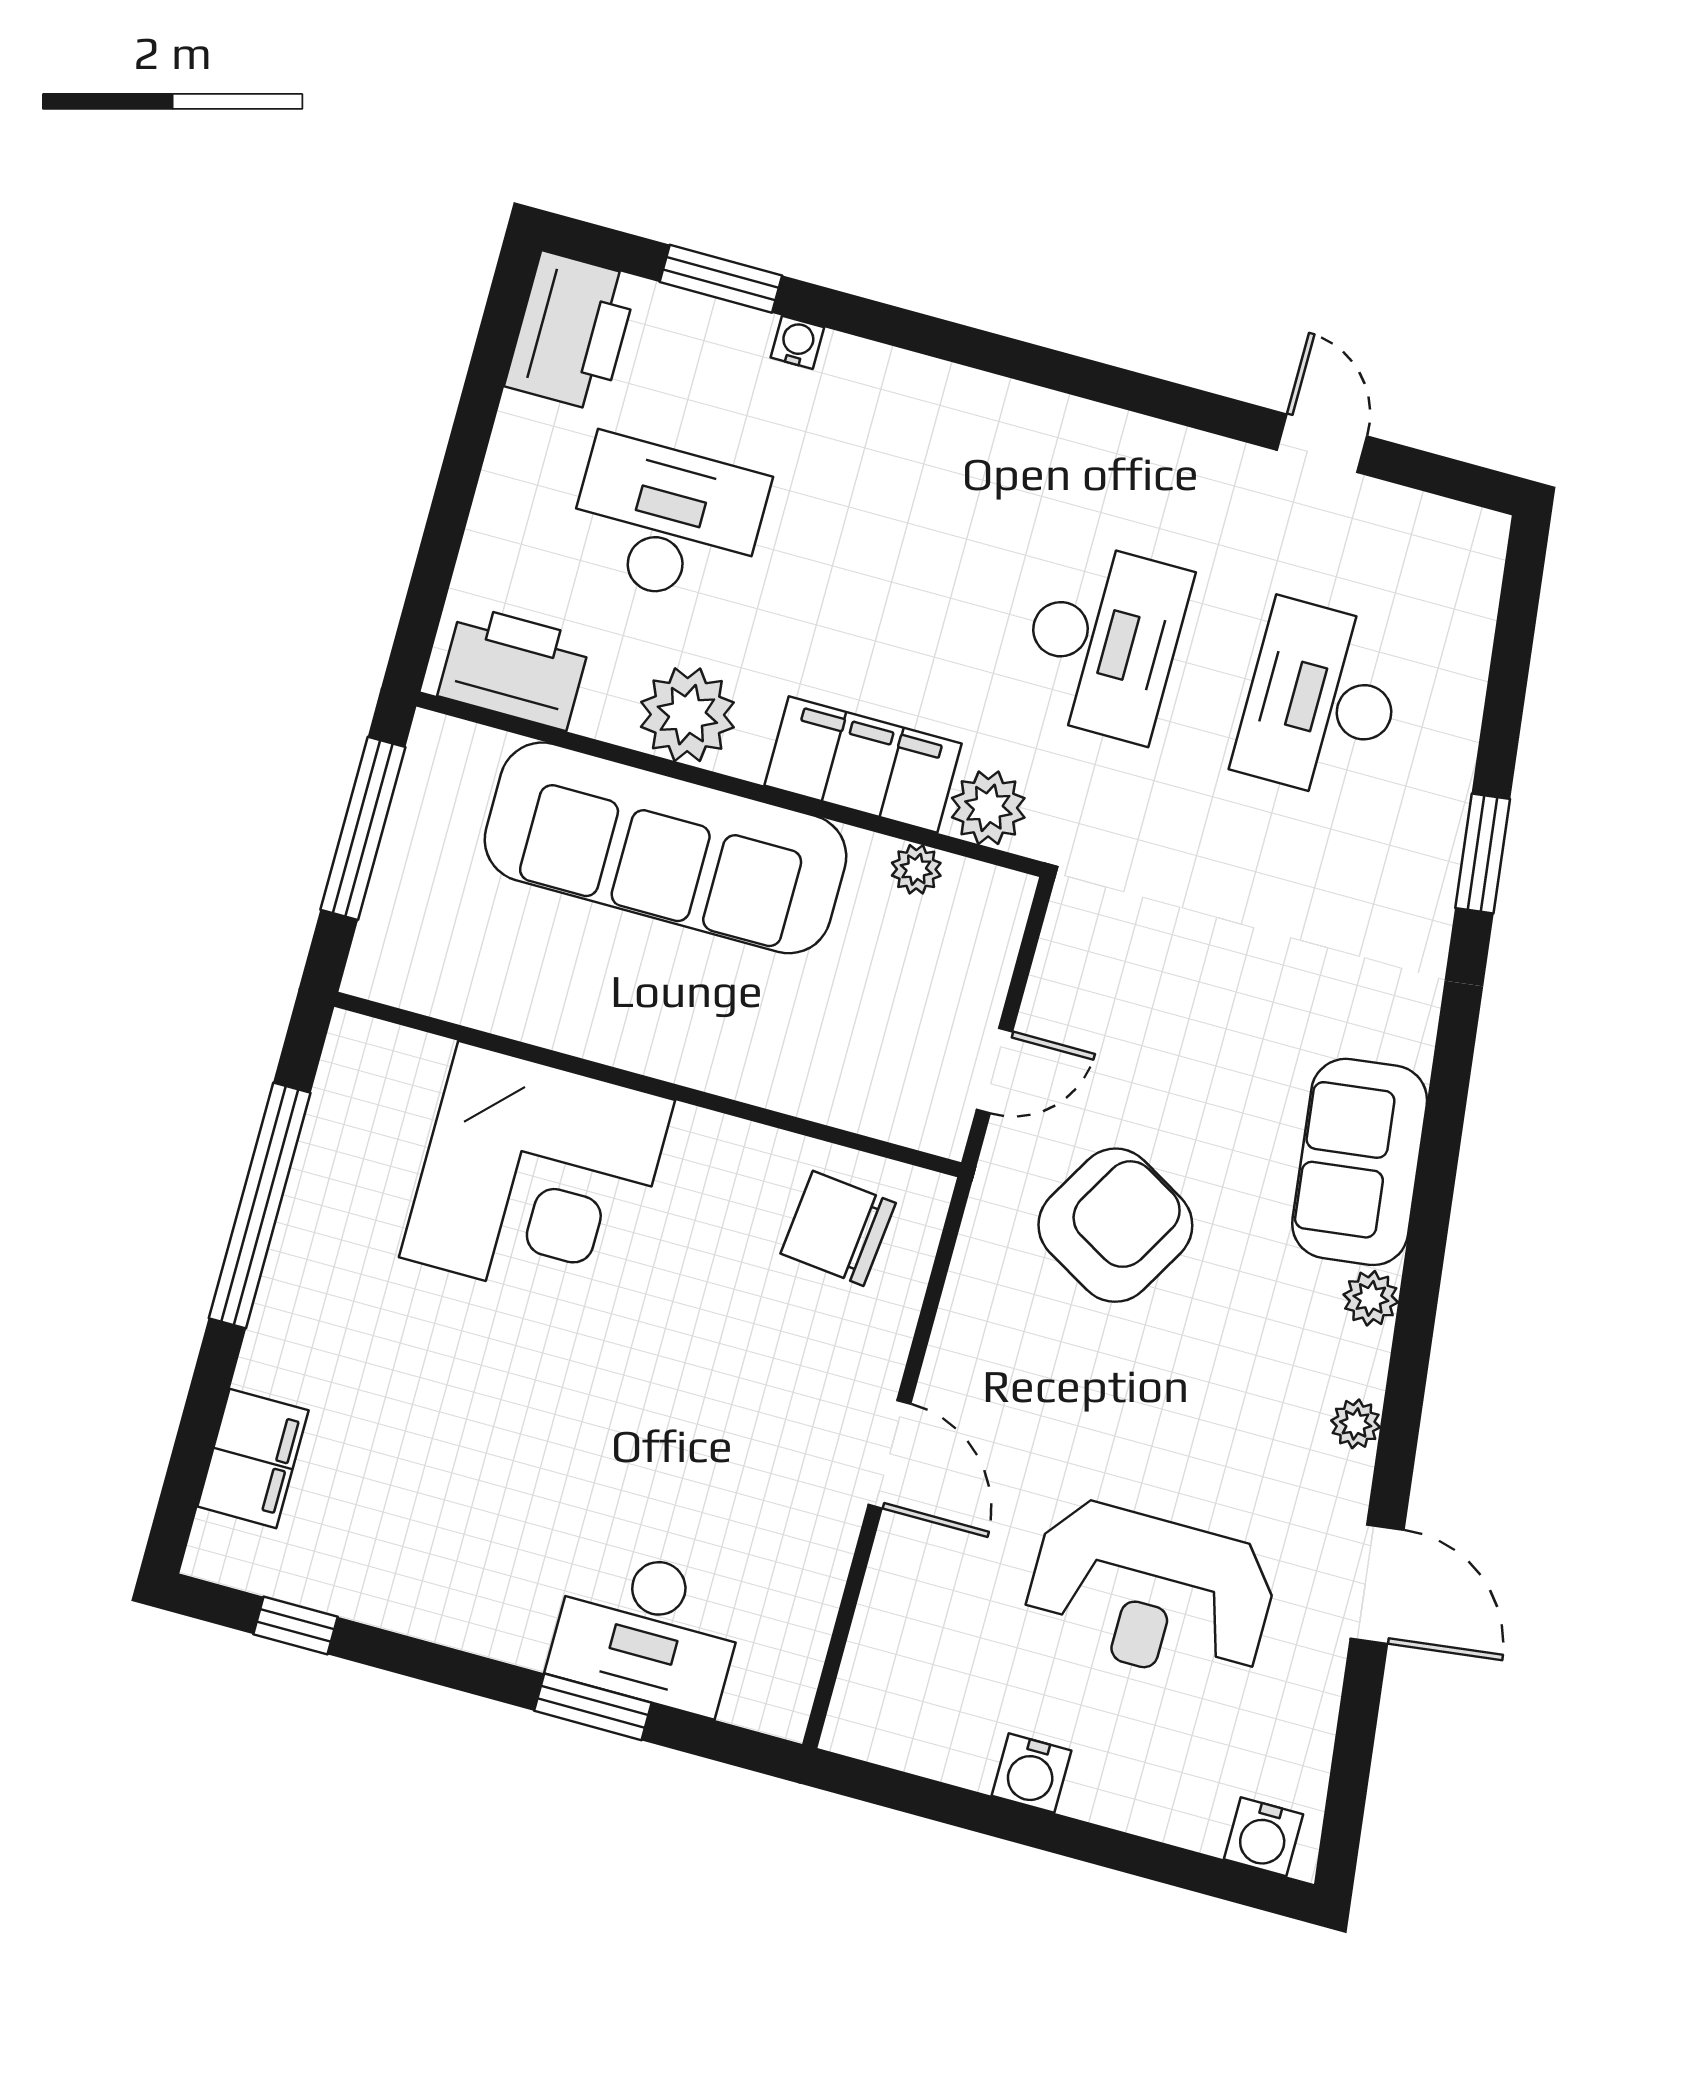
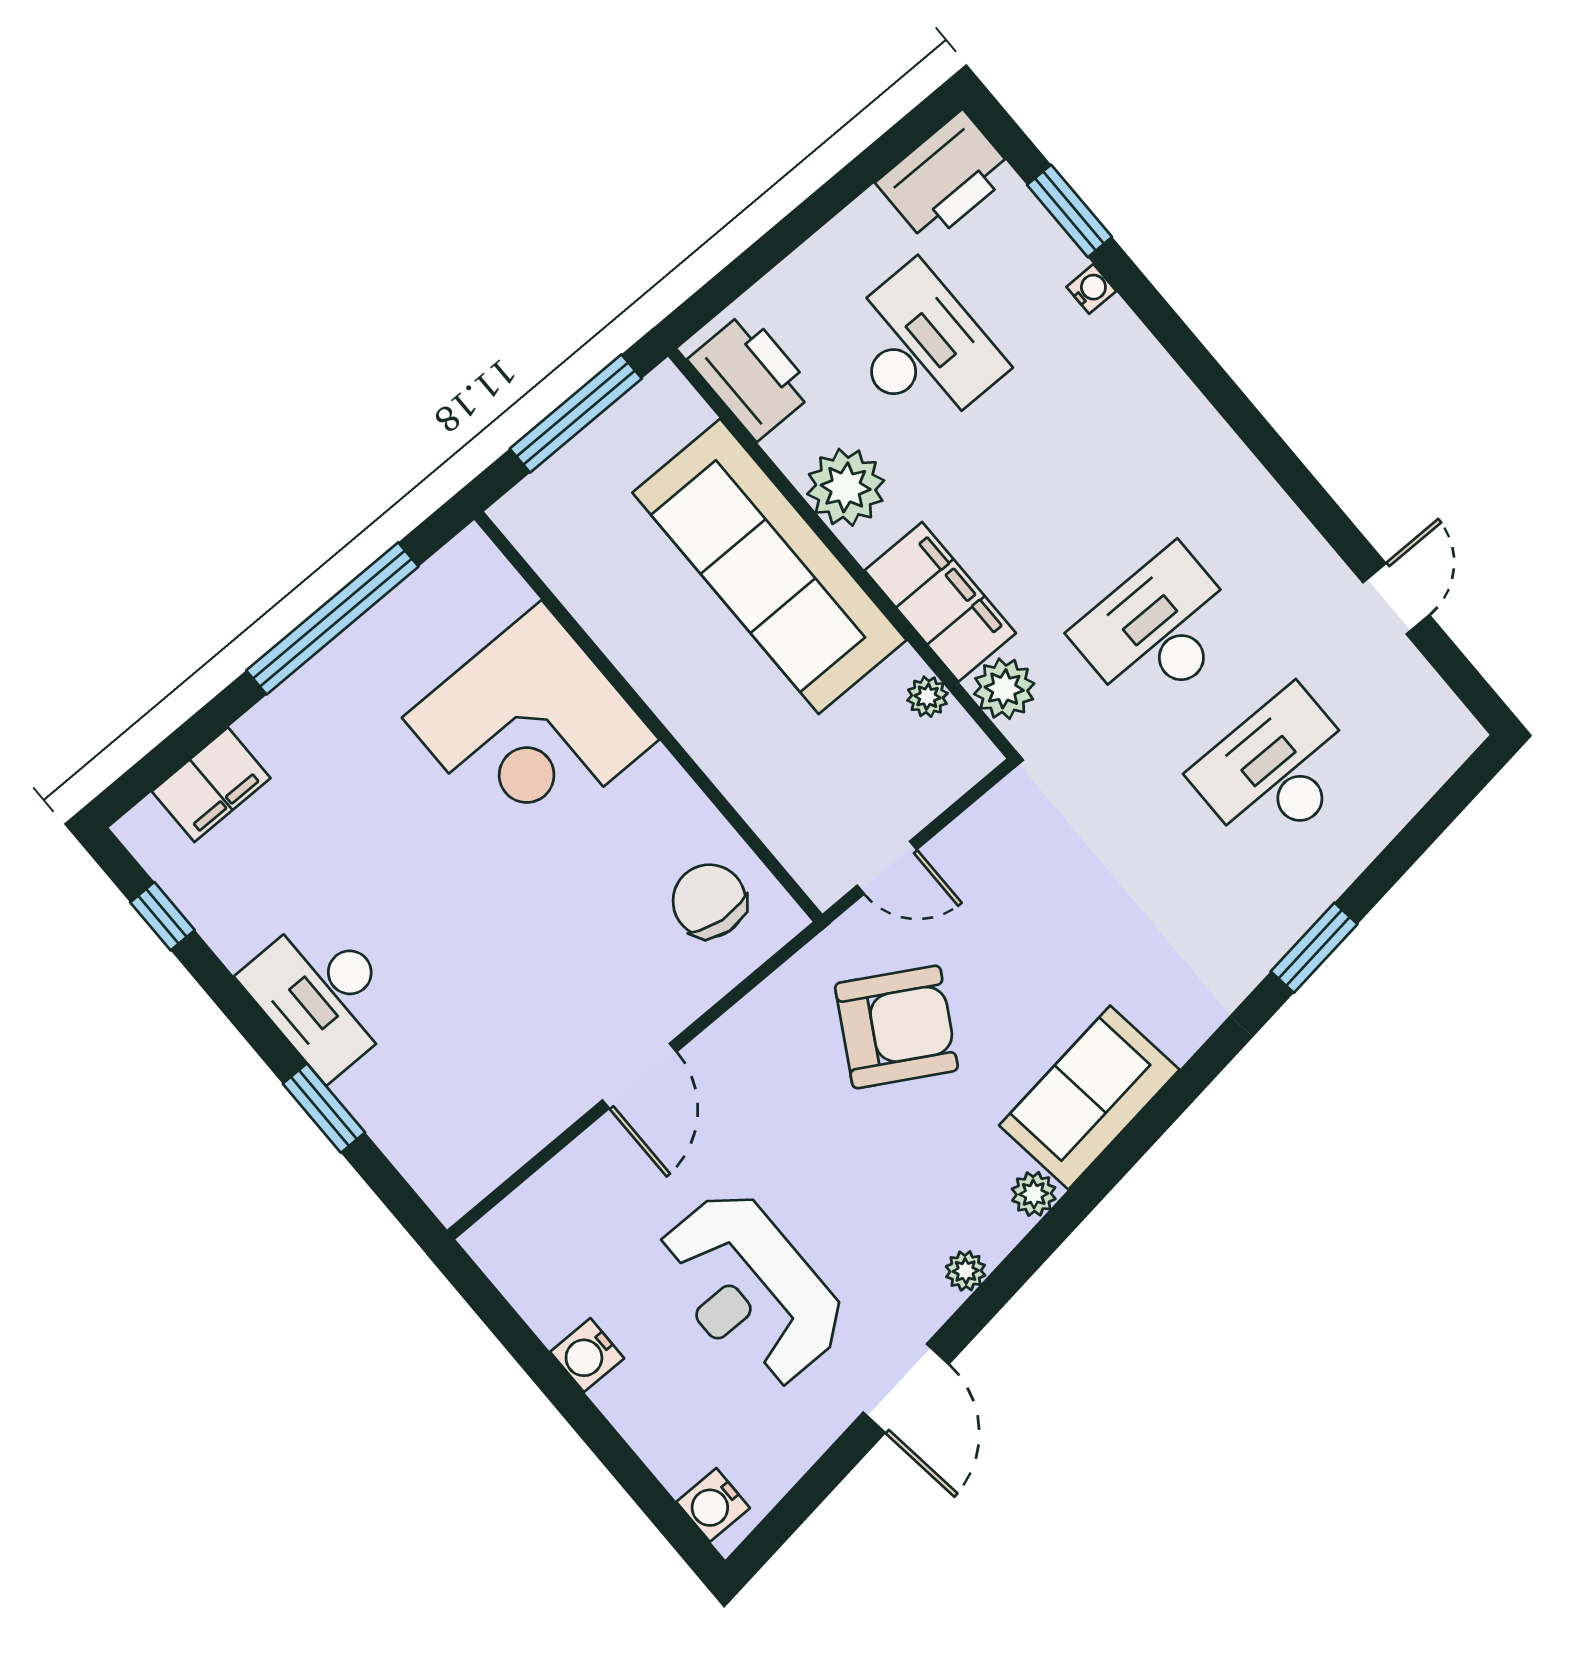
desk: (1103, 641) -> (1158, 630), turned 180
desk: (648, 1630) -> (323, 995), moved

